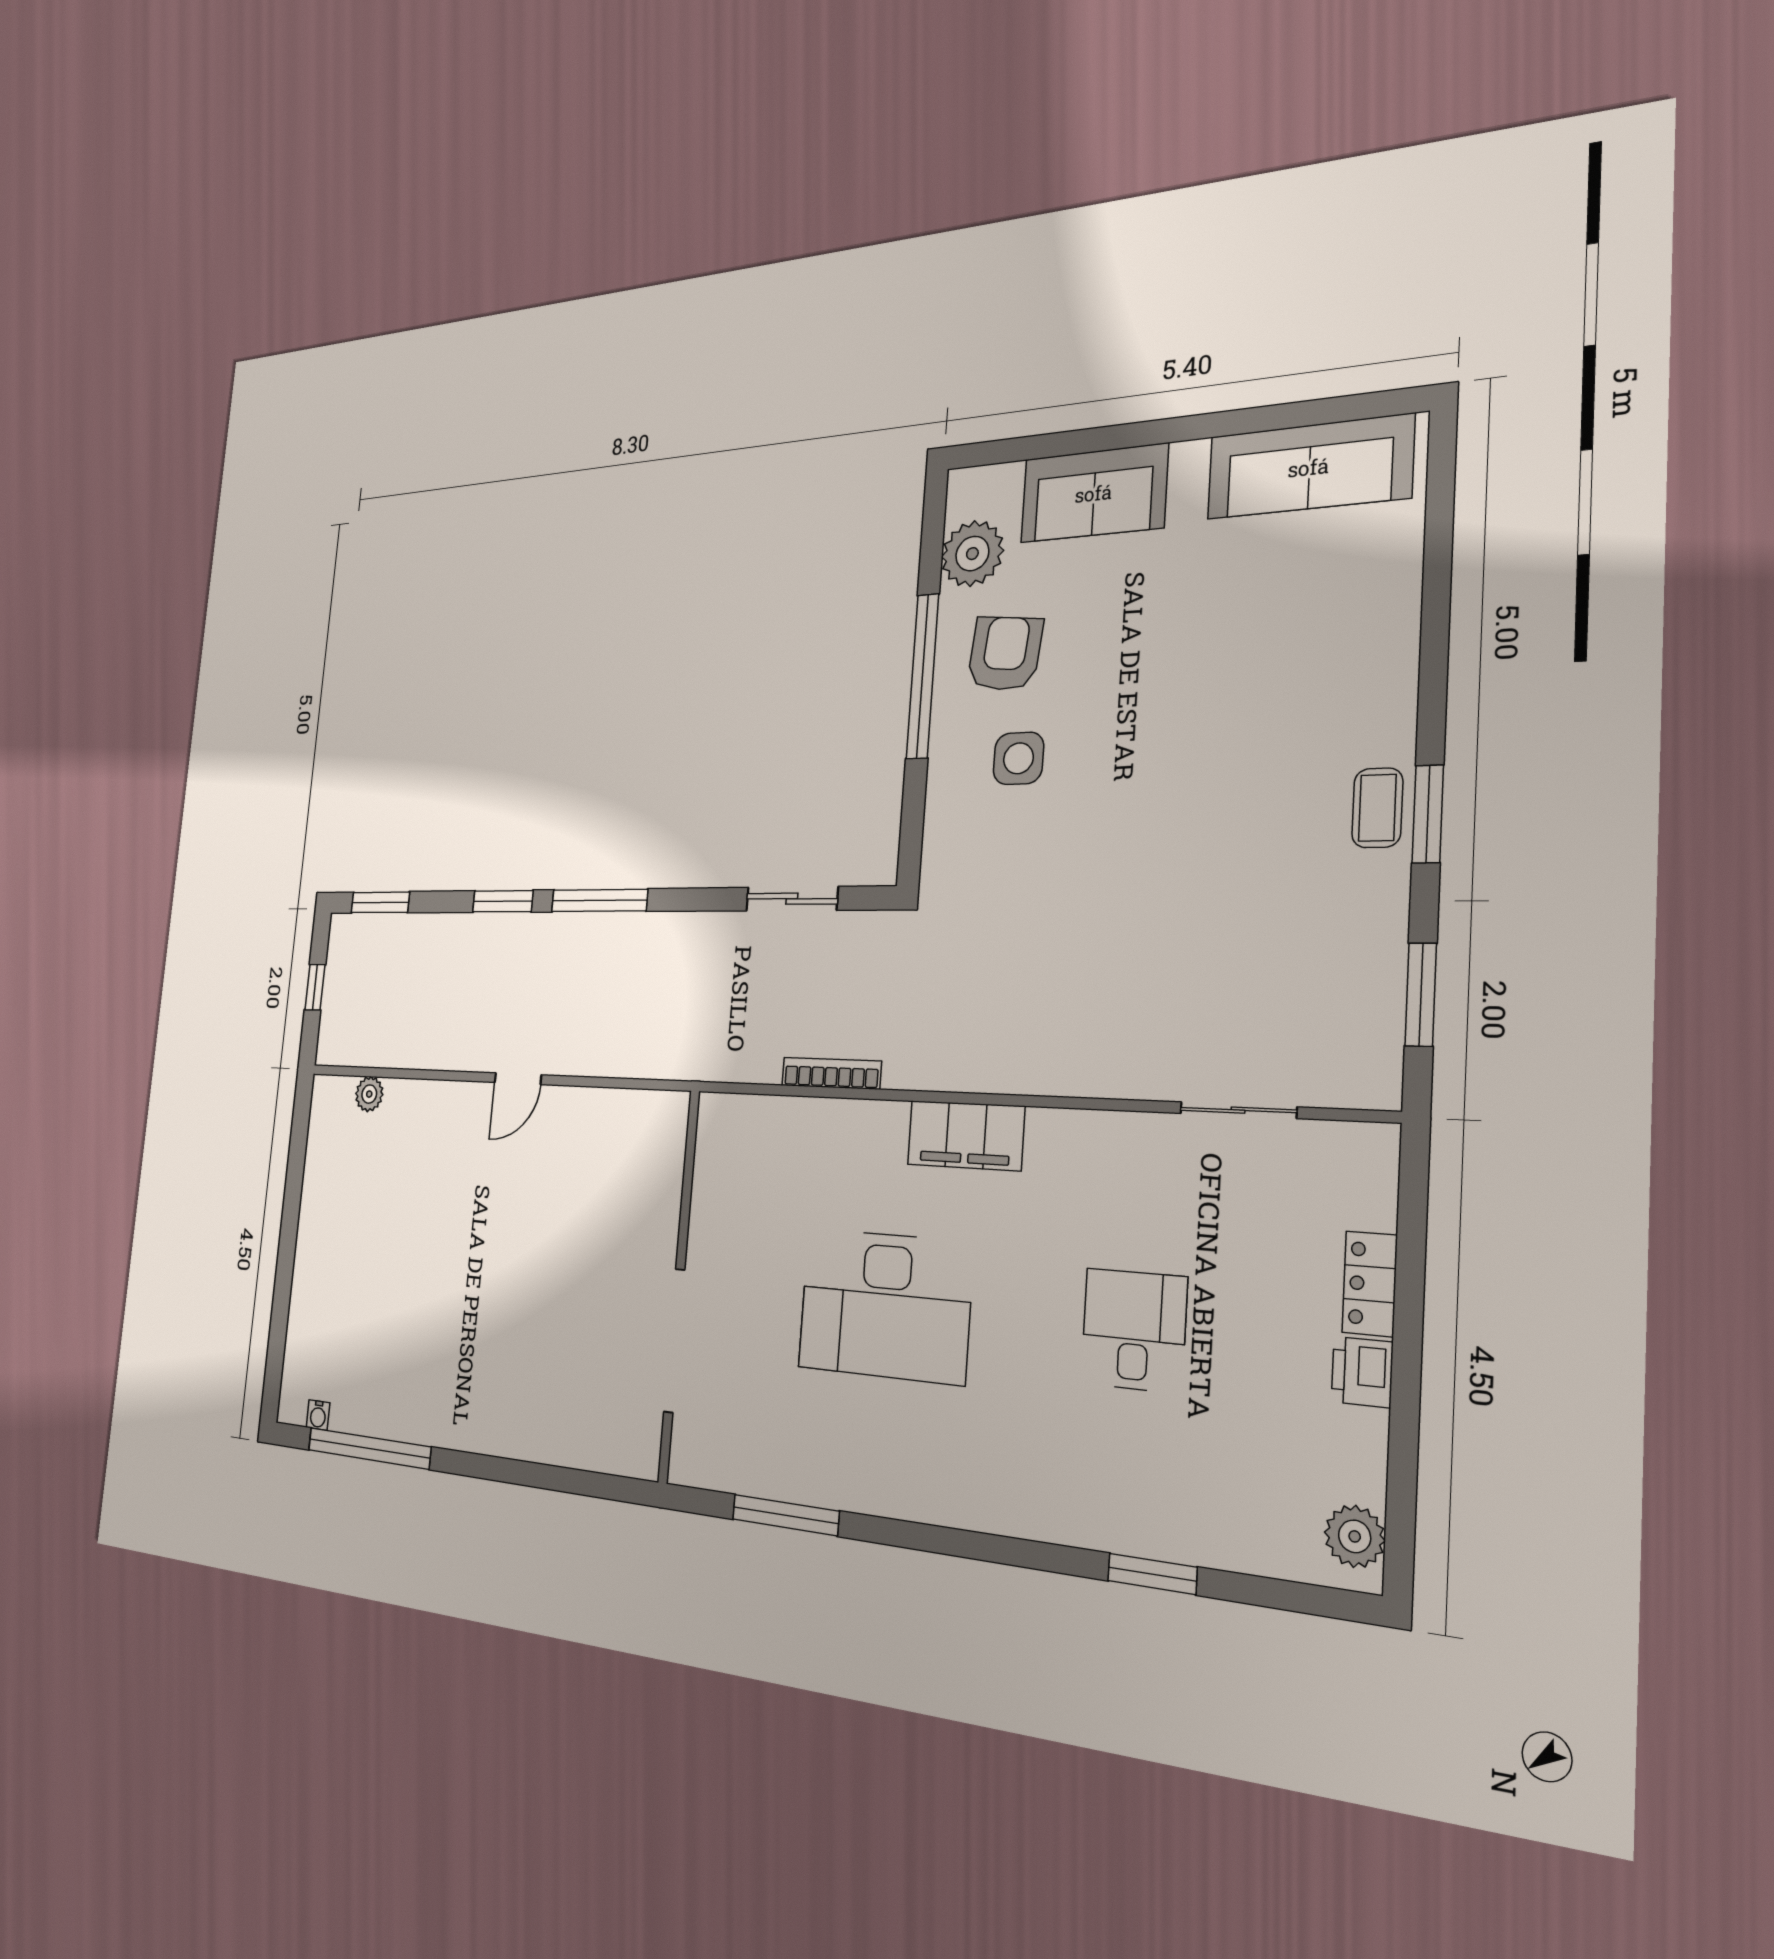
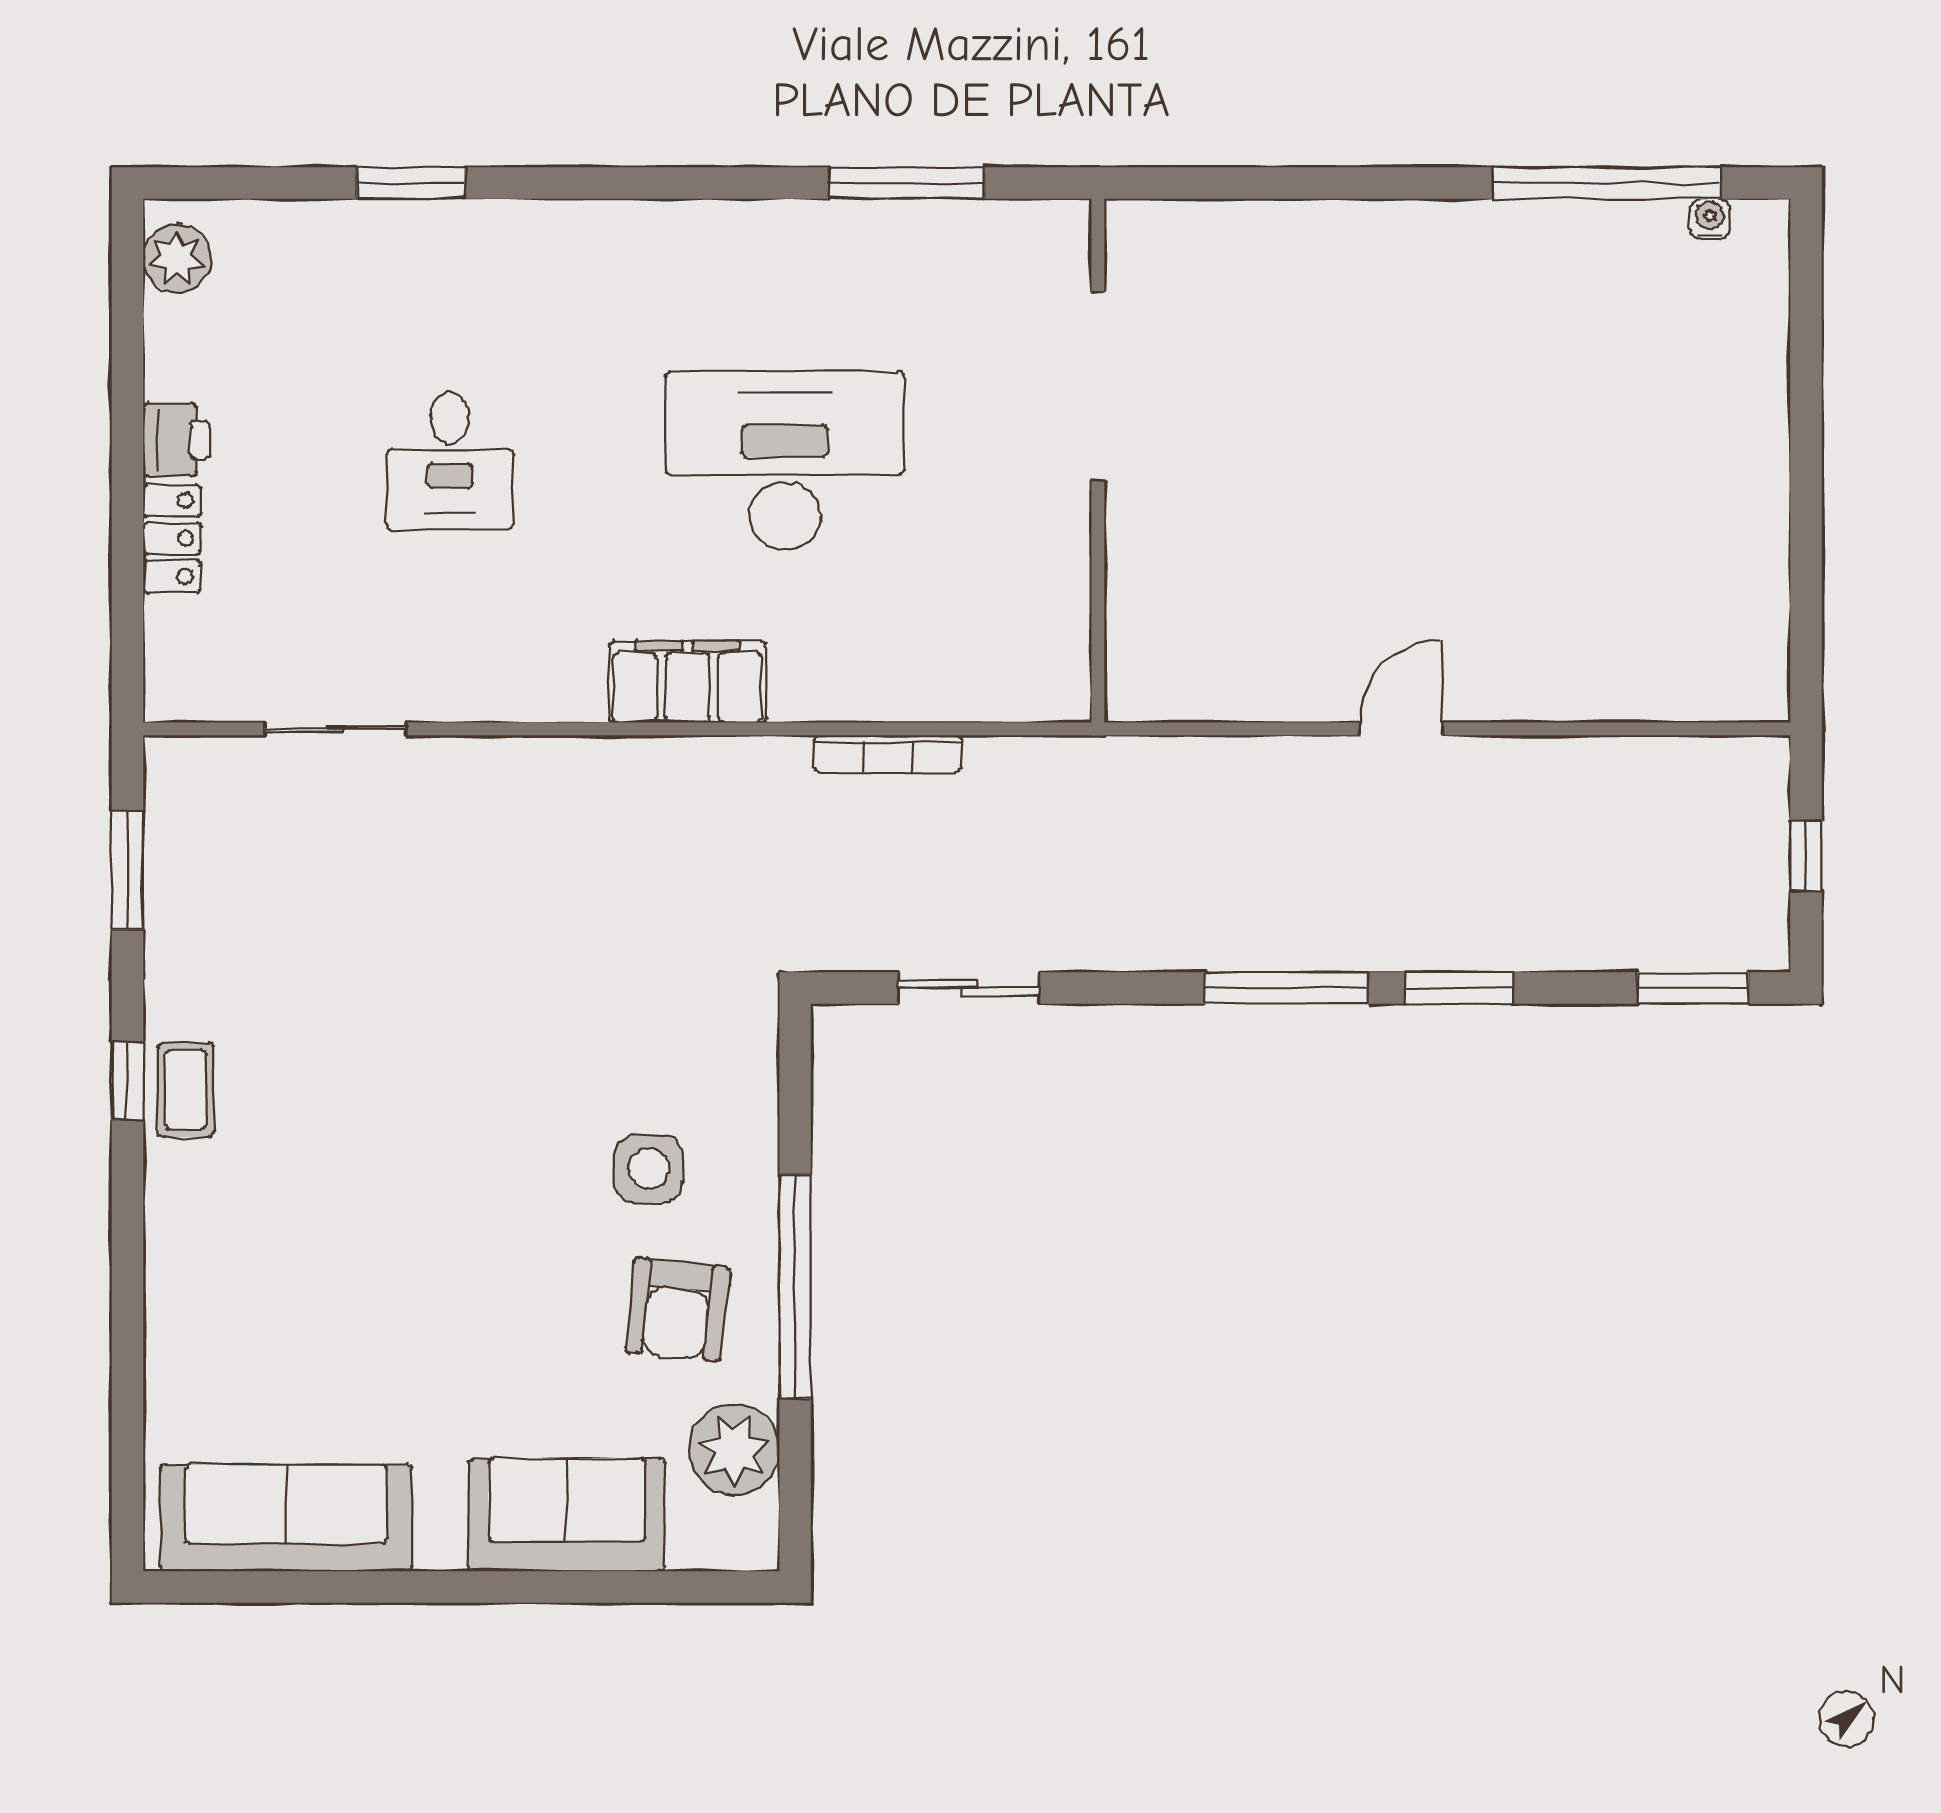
window: (1428, 814) -> (127, 1081), width x0.67
plant: (369, 1094) -> (1675, 696), removed

